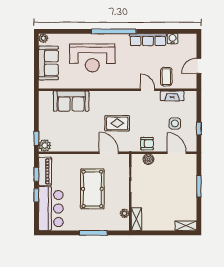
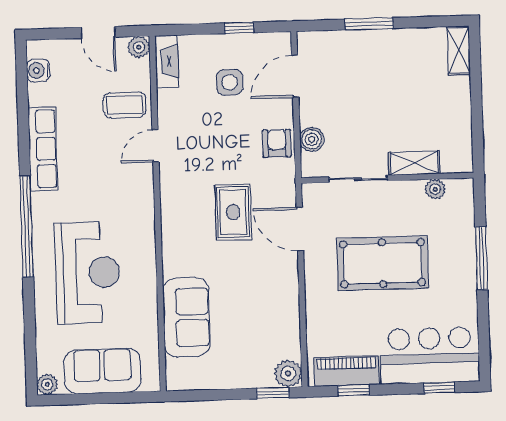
water cooler: (173, 39) -> (38, 70), moved
plant: (192, 84) -> (139, 47), added
fireplace: (172, 96) -> (167, 62), moved
door: (109, 153) -> (300, 229), hinge flipped
window: (36, 195) -> (439, 388), moved
shelving: (136, 219) -> (414, 163), moved

